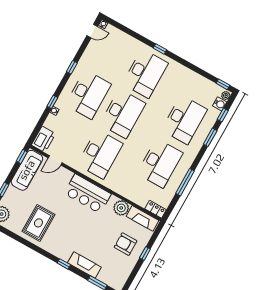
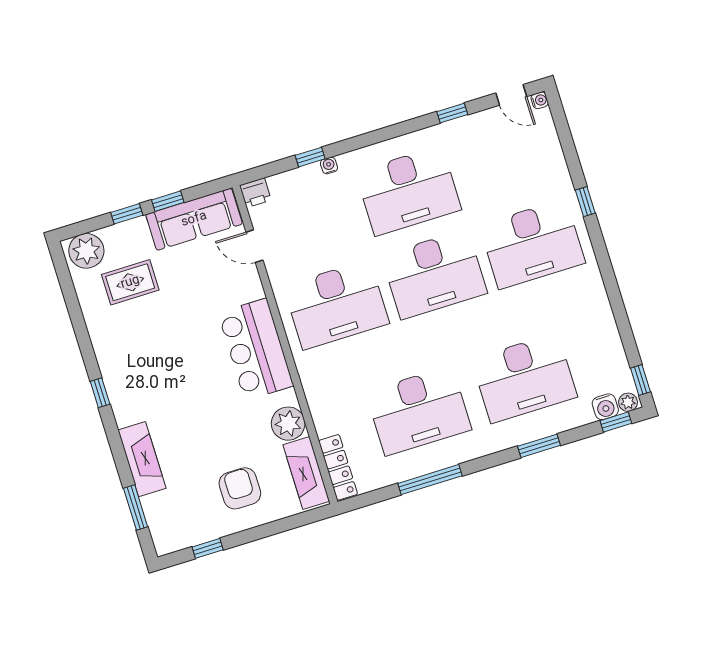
window: (160, 49) -> (585, 202), moved
window: (72, 67) -> (452, 113), moved
window: (52, 102) -> (310, 157), moved
window: (223, 115) -> (616, 422), moved
printer: (44, 139) -> (255, 193), width x0.53, depth x0.68
window: (22, 156) -> (168, 201), moved
locker: (156, 209) -> (338, 467), width x1.53
rug: (38, 223) -> (130, 282), moved, width x0.73, depth x0.70
window: (145, 254) -> (208, 548), moved
window: (64, 264) -> (100, 393), moved

